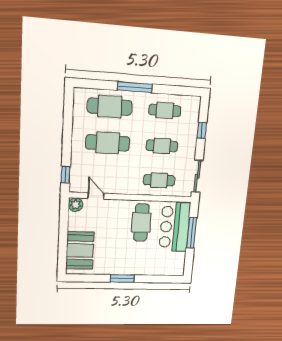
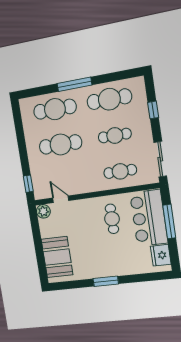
cafe table: (165, 110) -> (109, 99), width x1.37, depth x1.35
cafe table: (141, 222) -> (112, 219), width x0.73, depth x0.74
fridge: (177, 261) -> (161, 255), added

